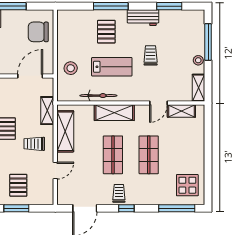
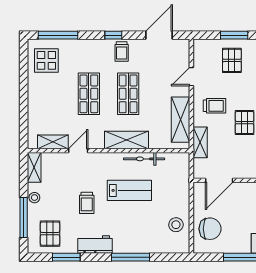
pallet: (106, 32) -> (50, 234), moved
lab bench: (112, 67) -> (129, 190), turned 180
stool: (71, 68) -> (176, 225), moved

